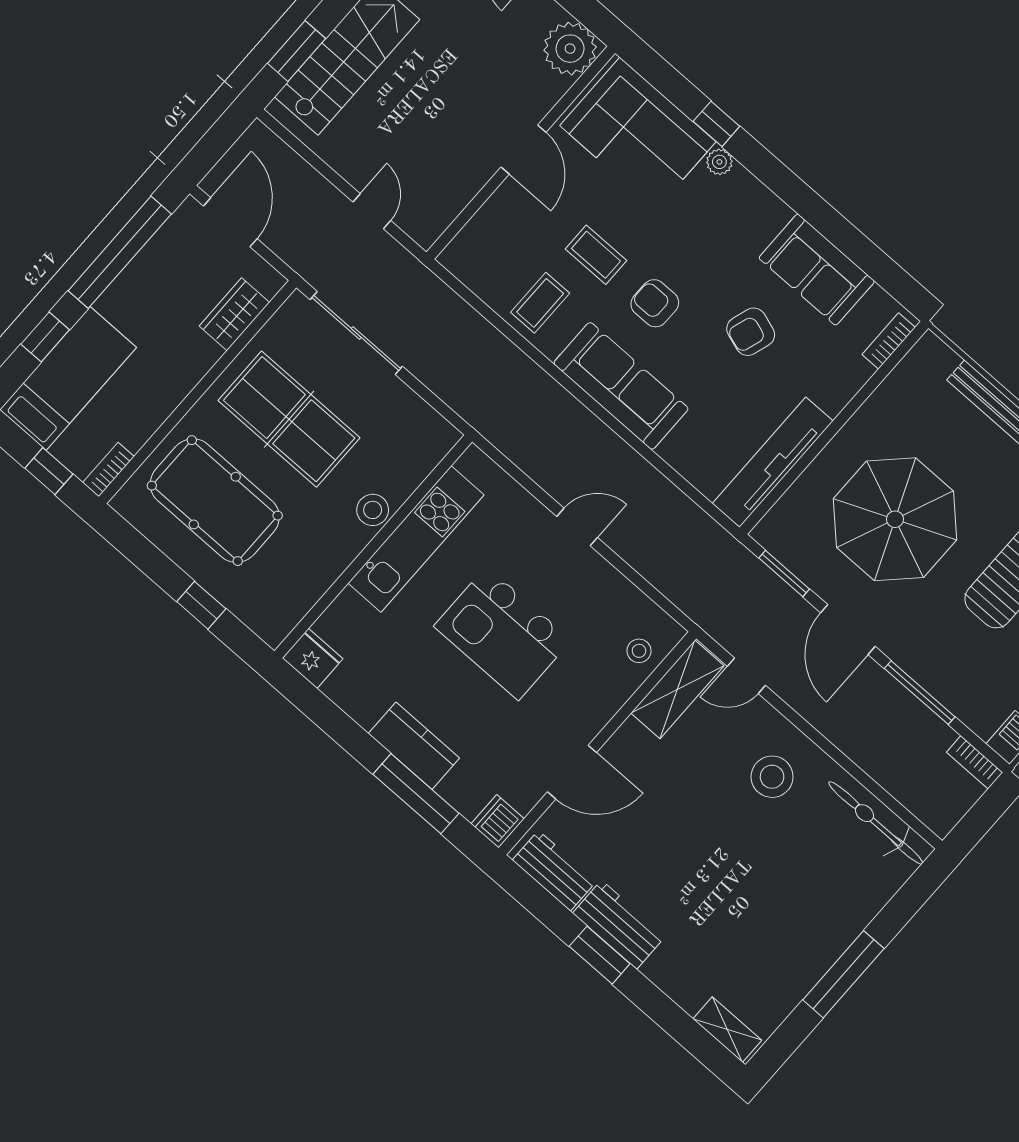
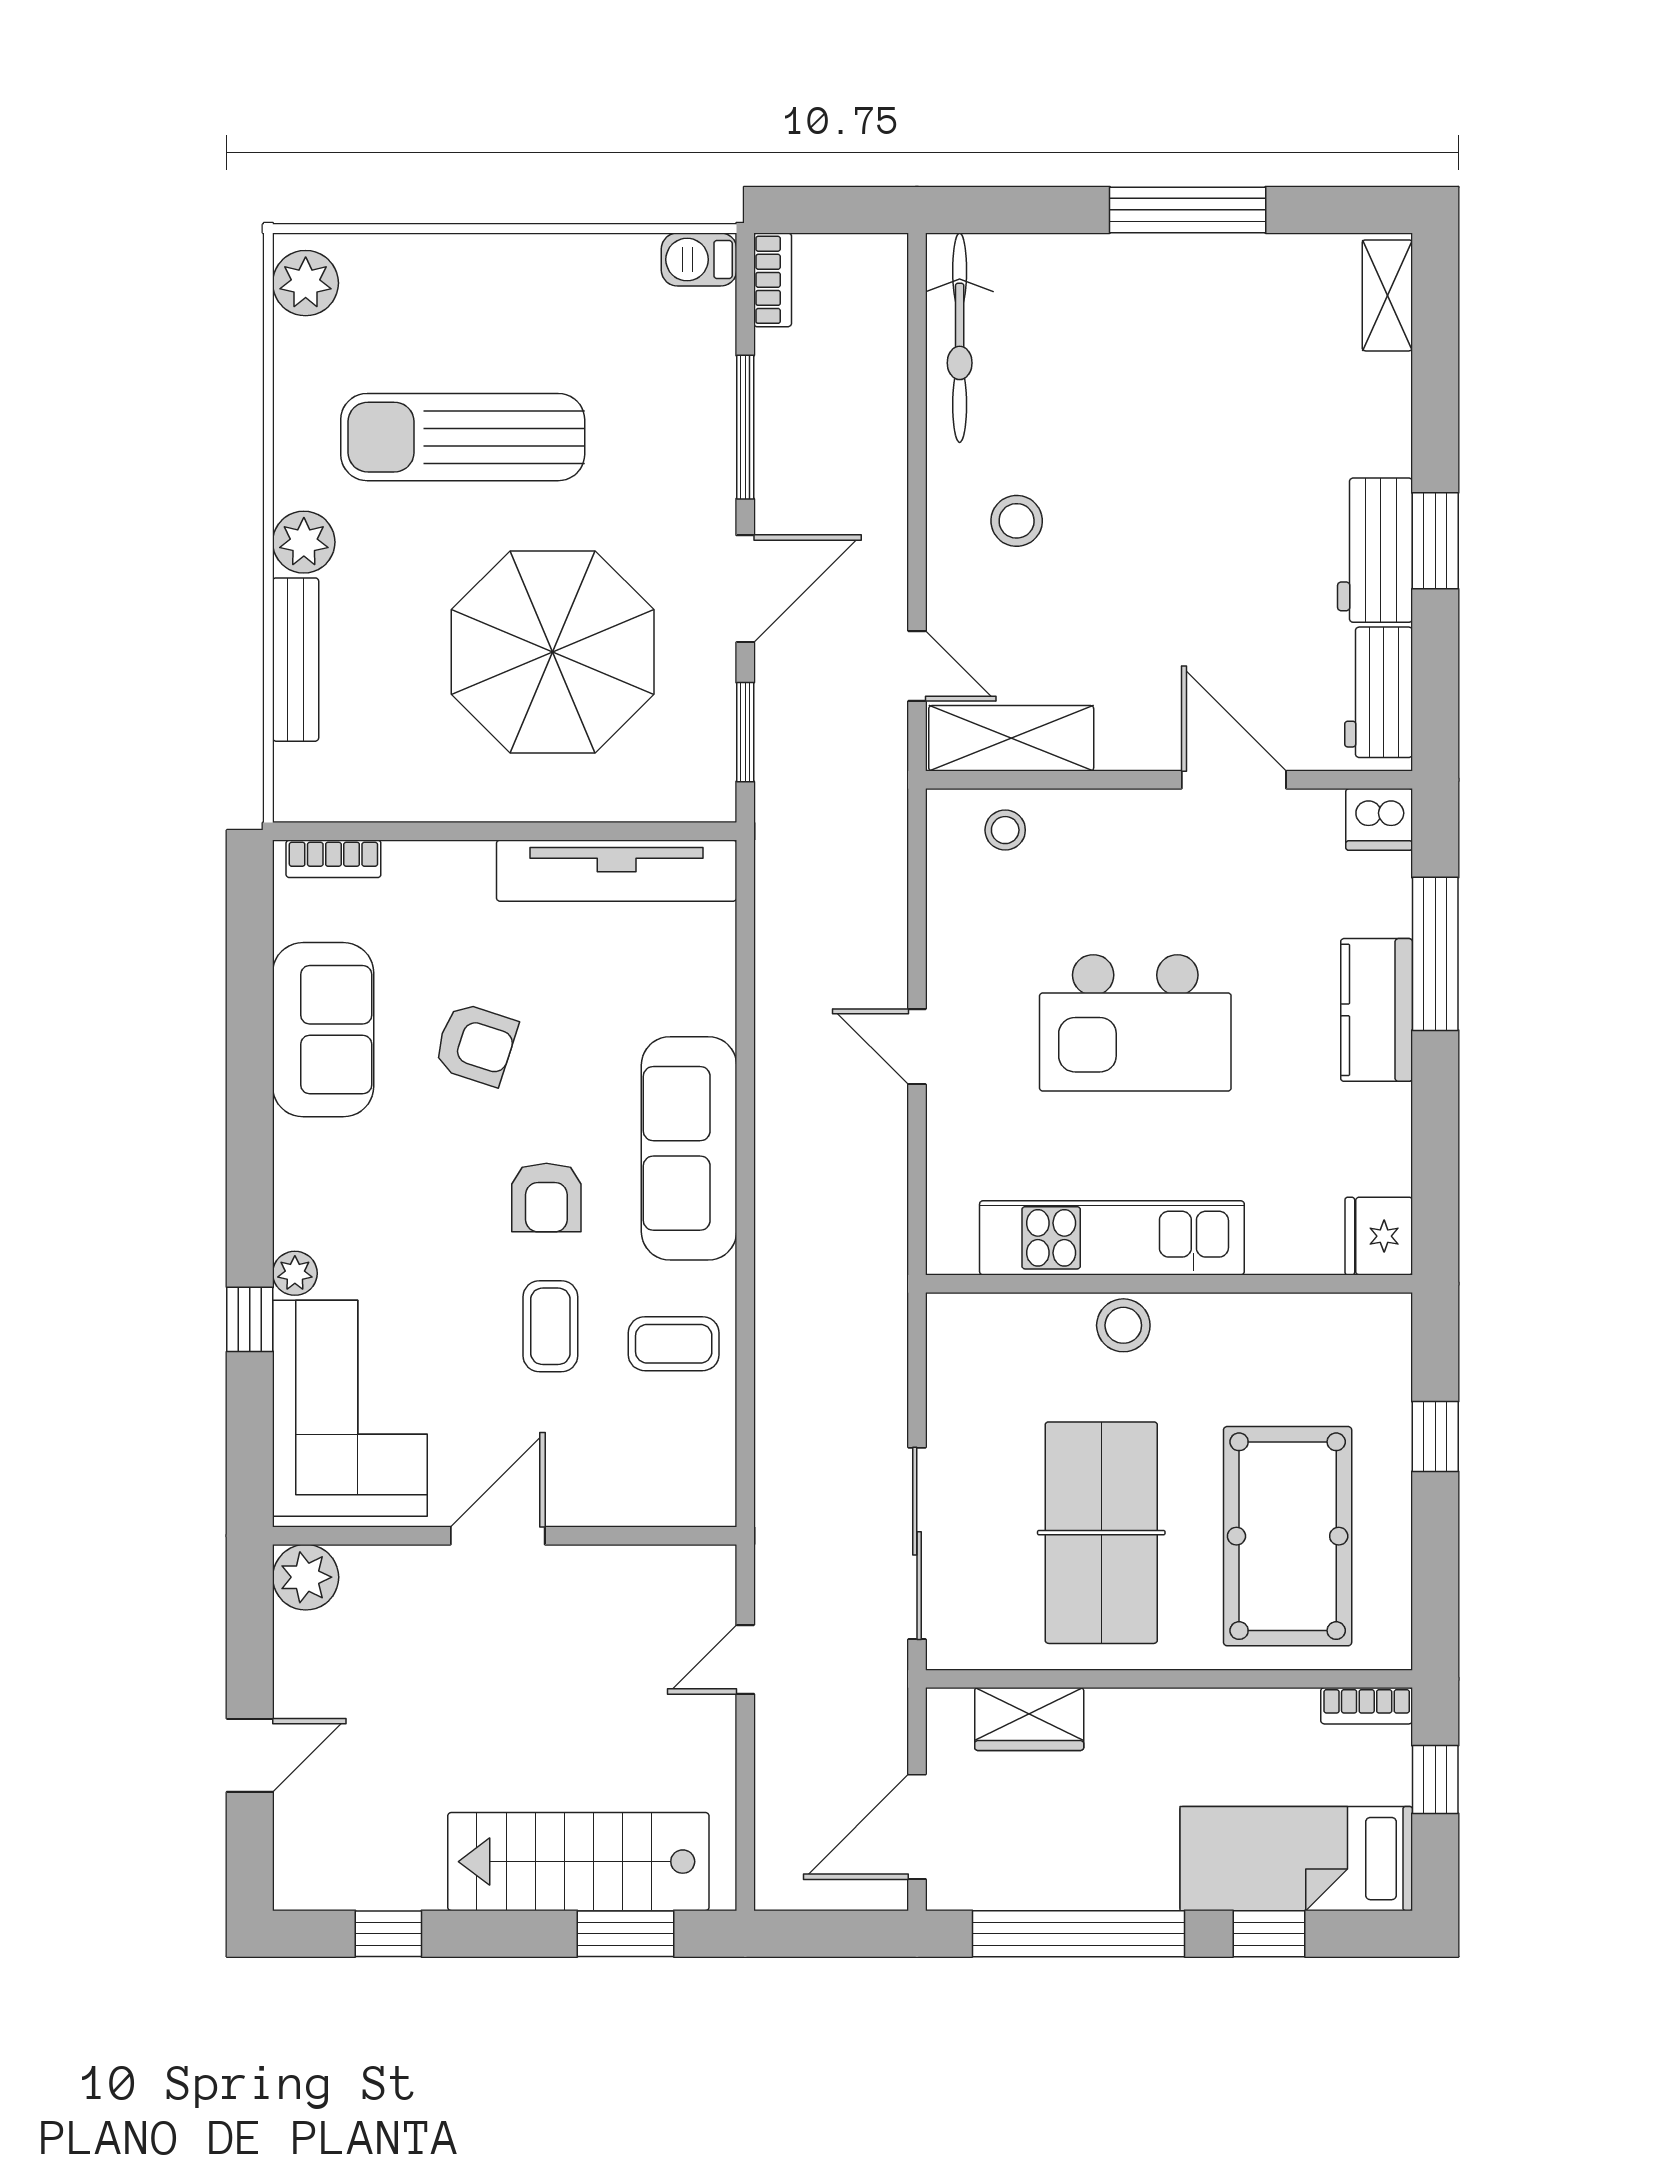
plant: (570, 49) -> (306, 1577), width x0.73, depth x0.73
kitchen island: (502, 633) -> (1135, 1023), turned 90
stool: (772, 777) -> (1017, 521), width x0.73, depth x0.73

